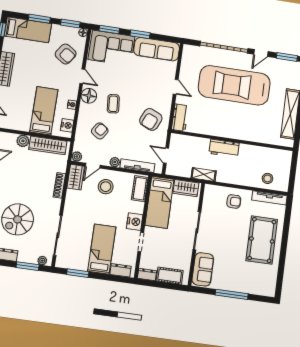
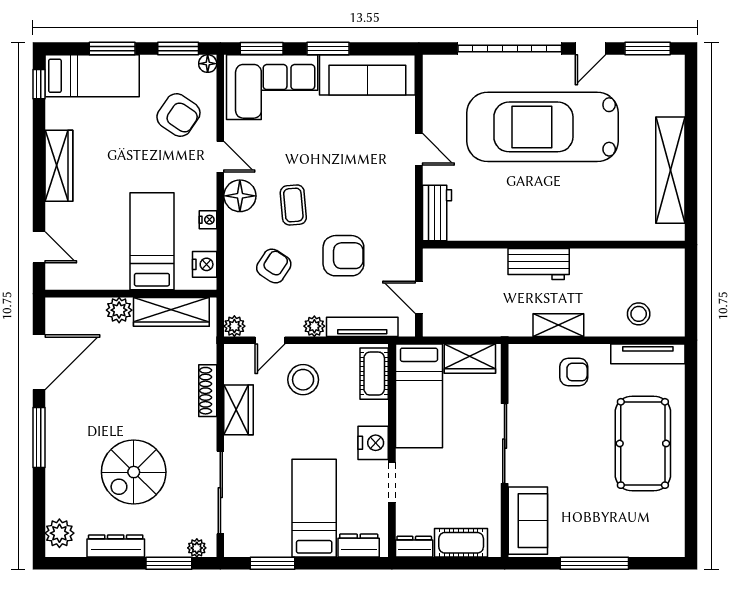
armchair: (151, 119) -> (343, 256), moved, turned -114
shelving: (204, 175) -> (558, 325), moved
wardrobe: (76, 177) -> (239, 410), moved

